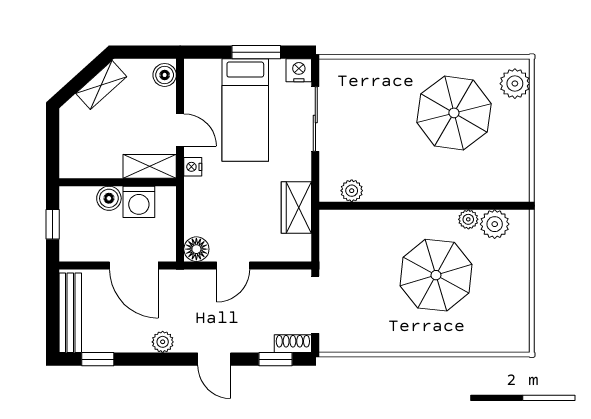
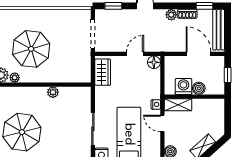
plant: (352, 191) -> (53, 92), moved
wardrobe: (296, 207) -> (103, 72), moved
door: (134, 265) -> (199, 54), moved
shoe rack: (293, 344) -> (187, 14), moved

